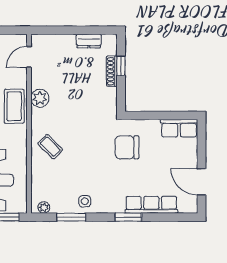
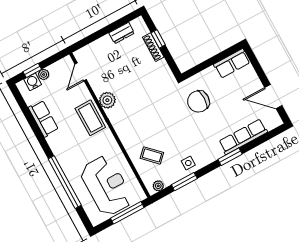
coffee table: (50, 147) -> (152, 155), moved

